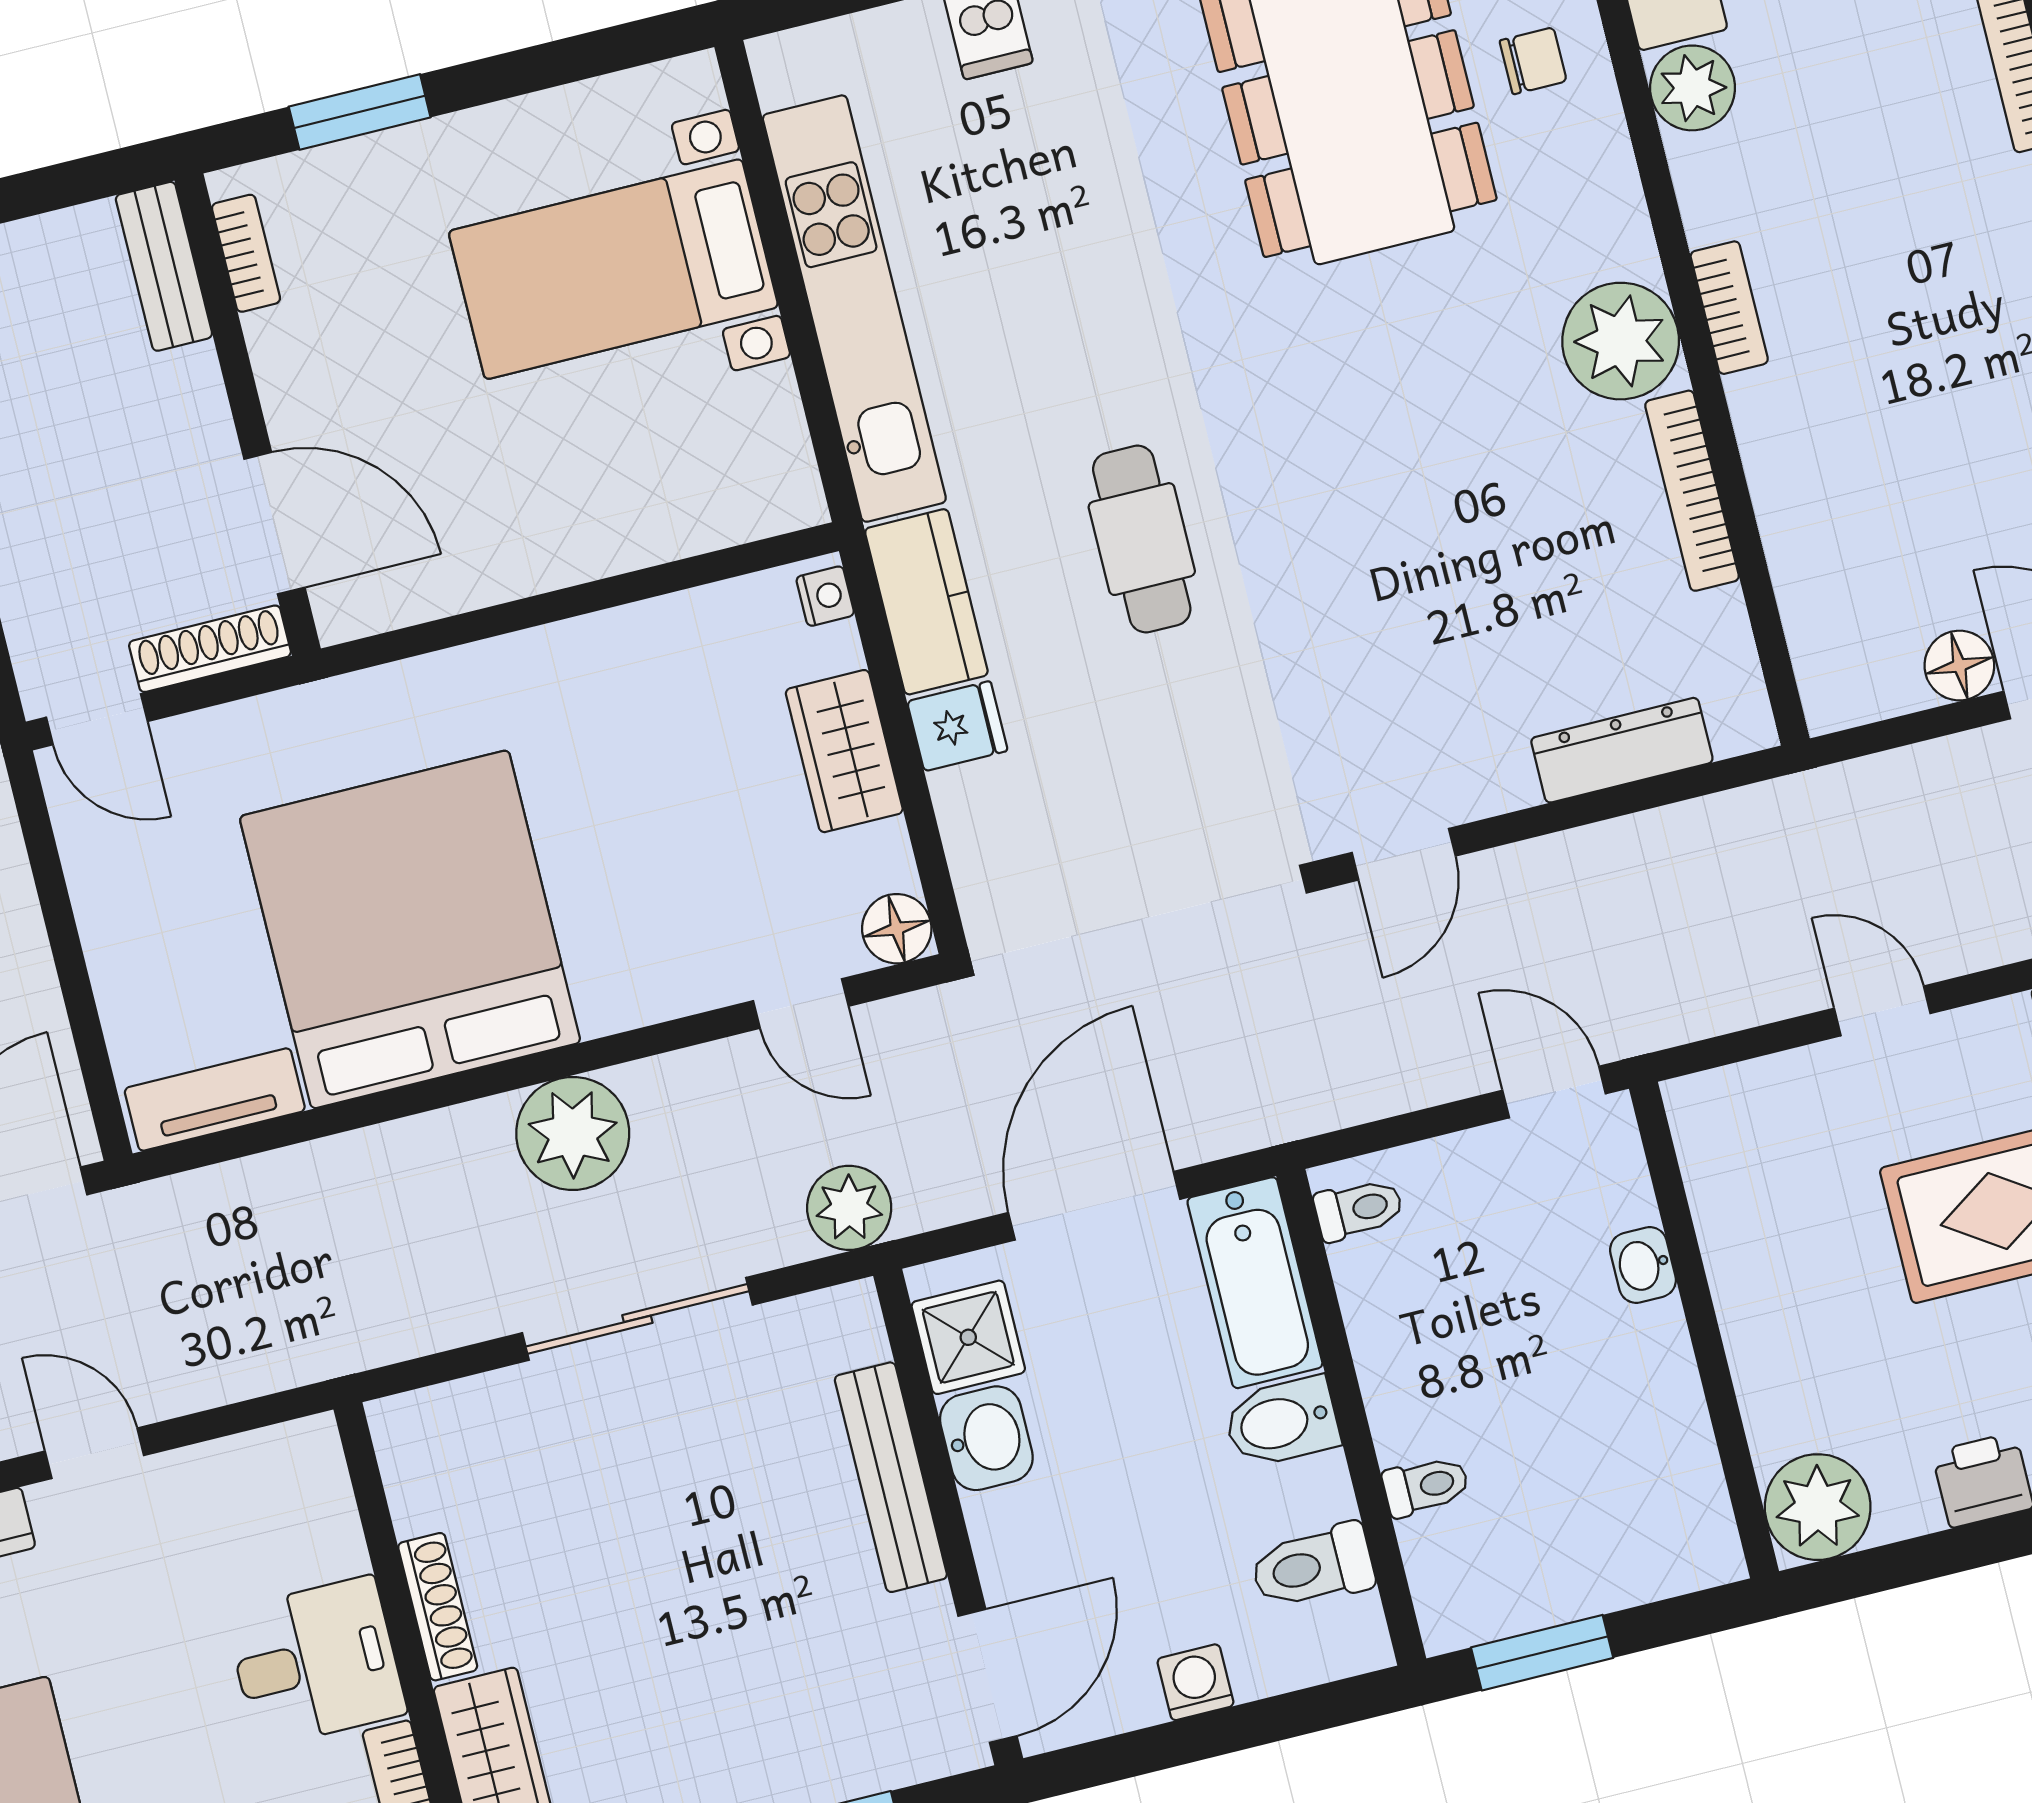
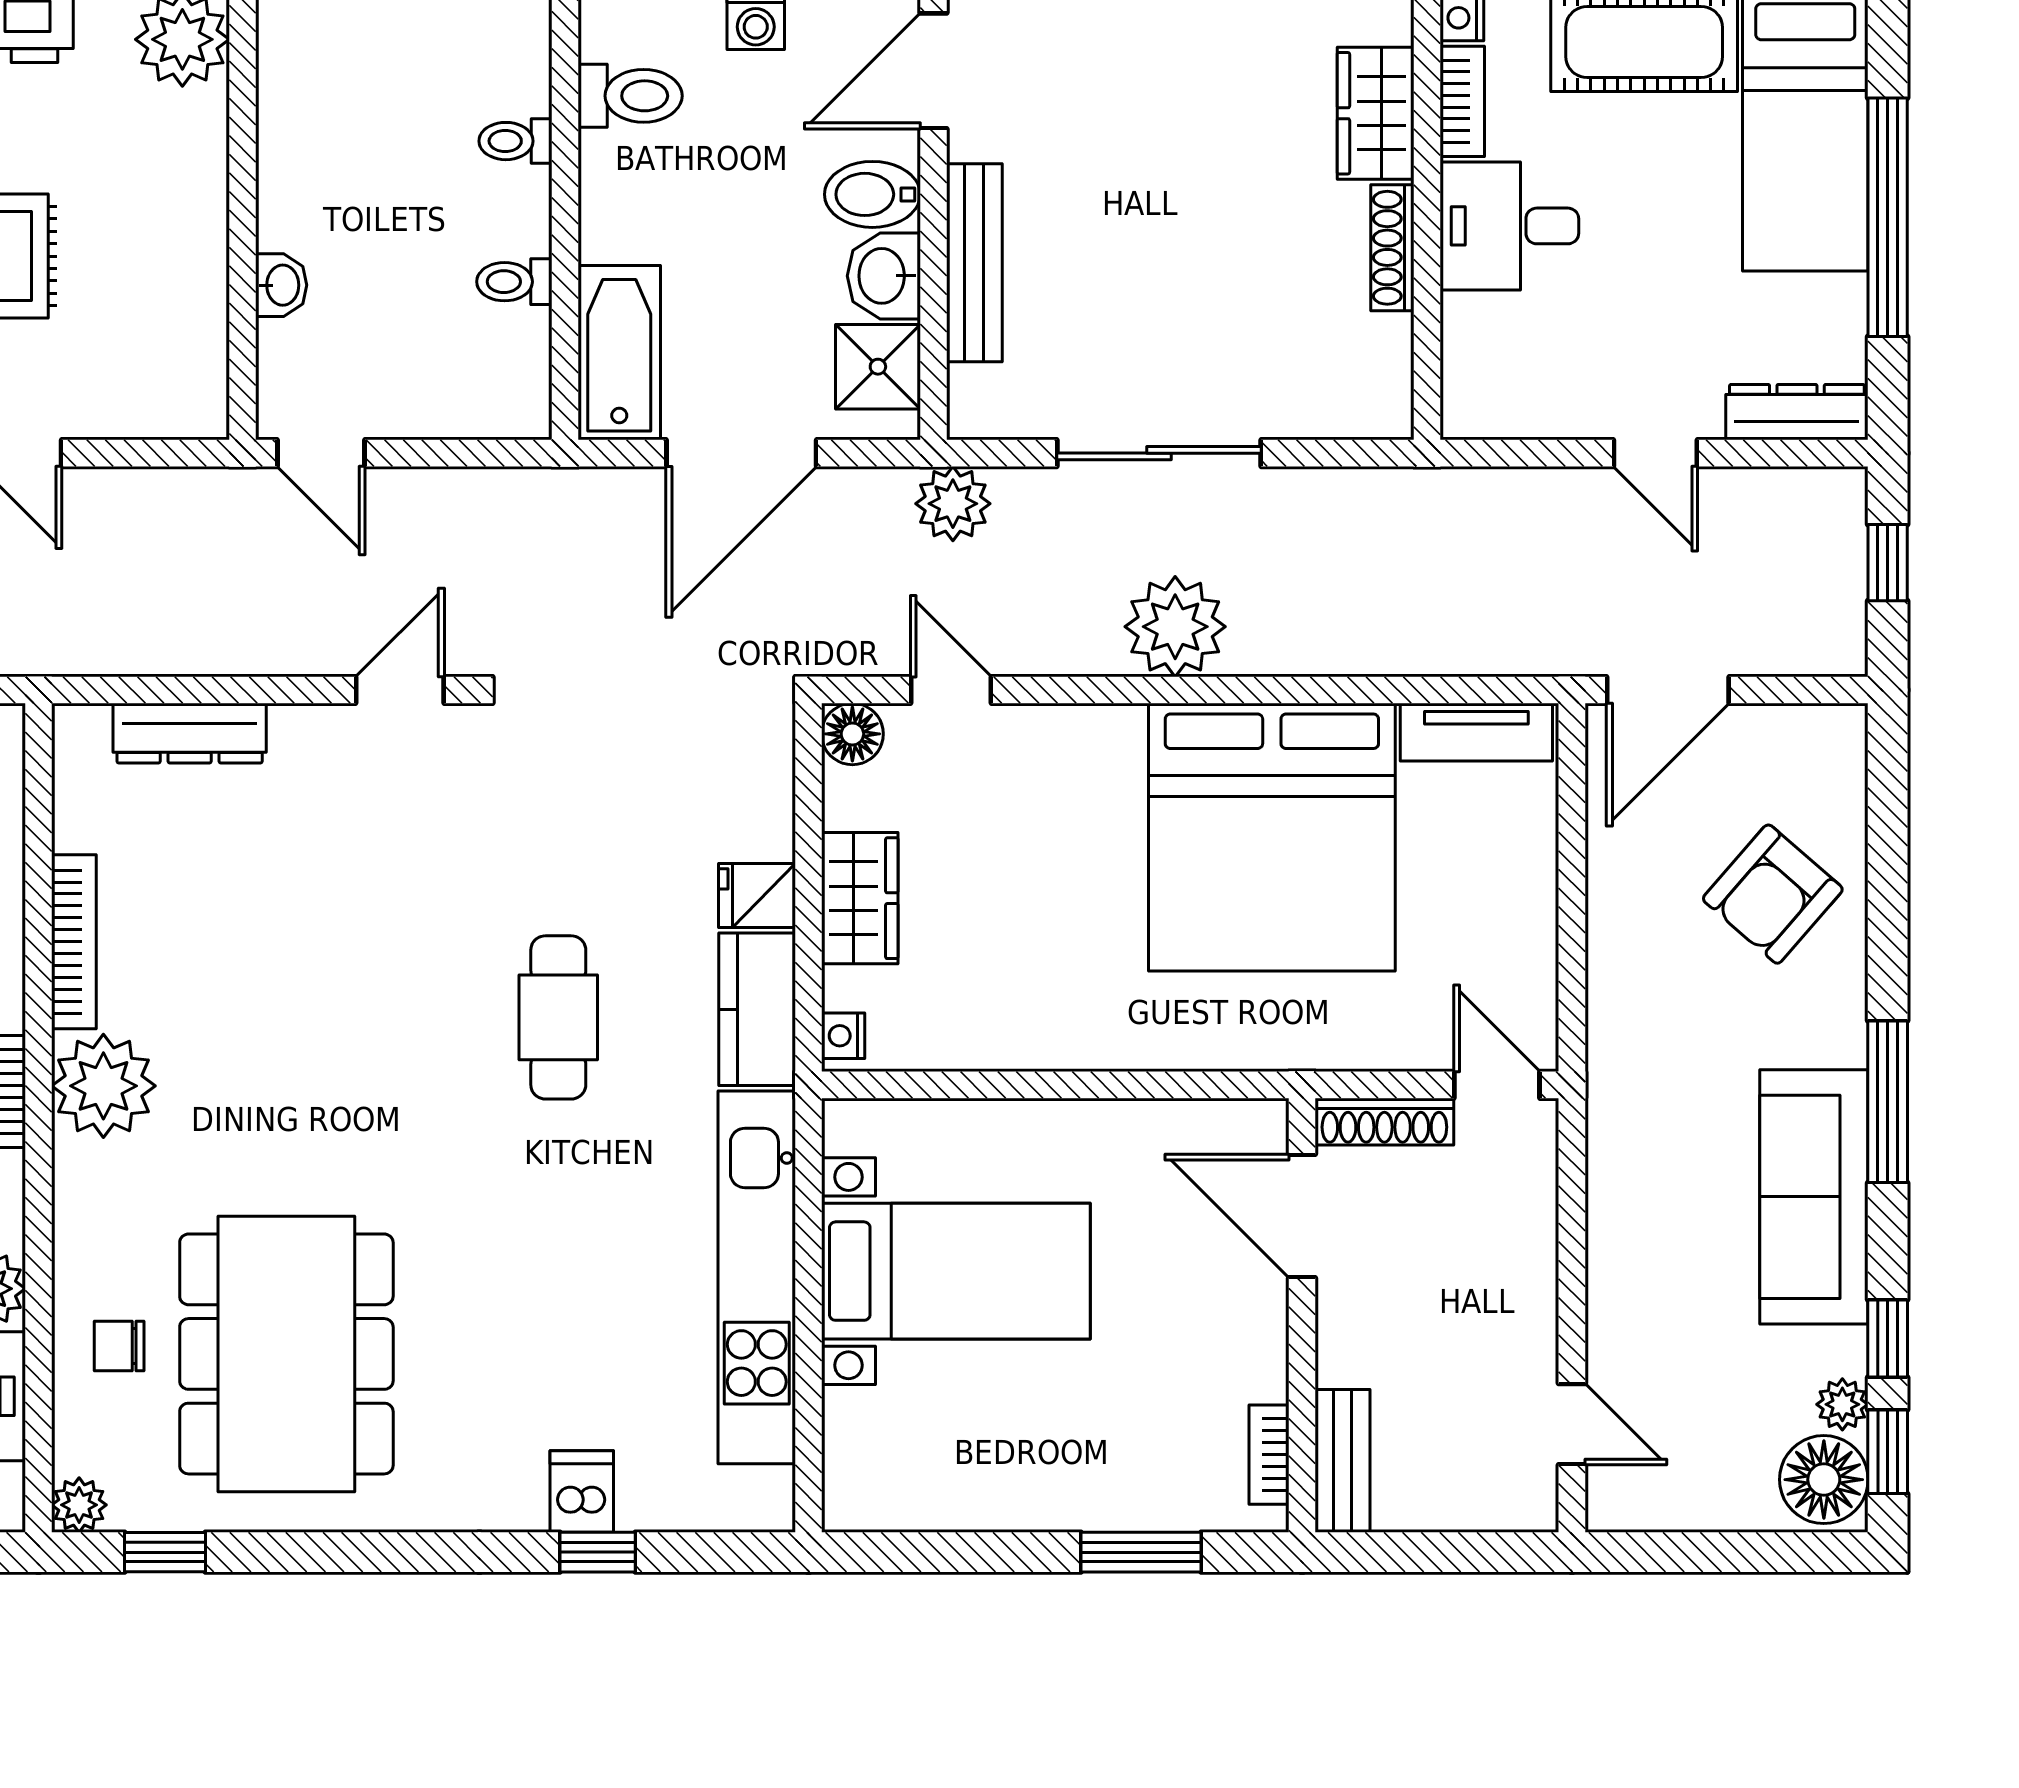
bed with nightstands: (613, 269) -> (956, 1271), moved
toilet: (1359, 1209) -> (514, 282), moved
bidet: (1282, 1422) -> (872, 194), moved, turned 180

